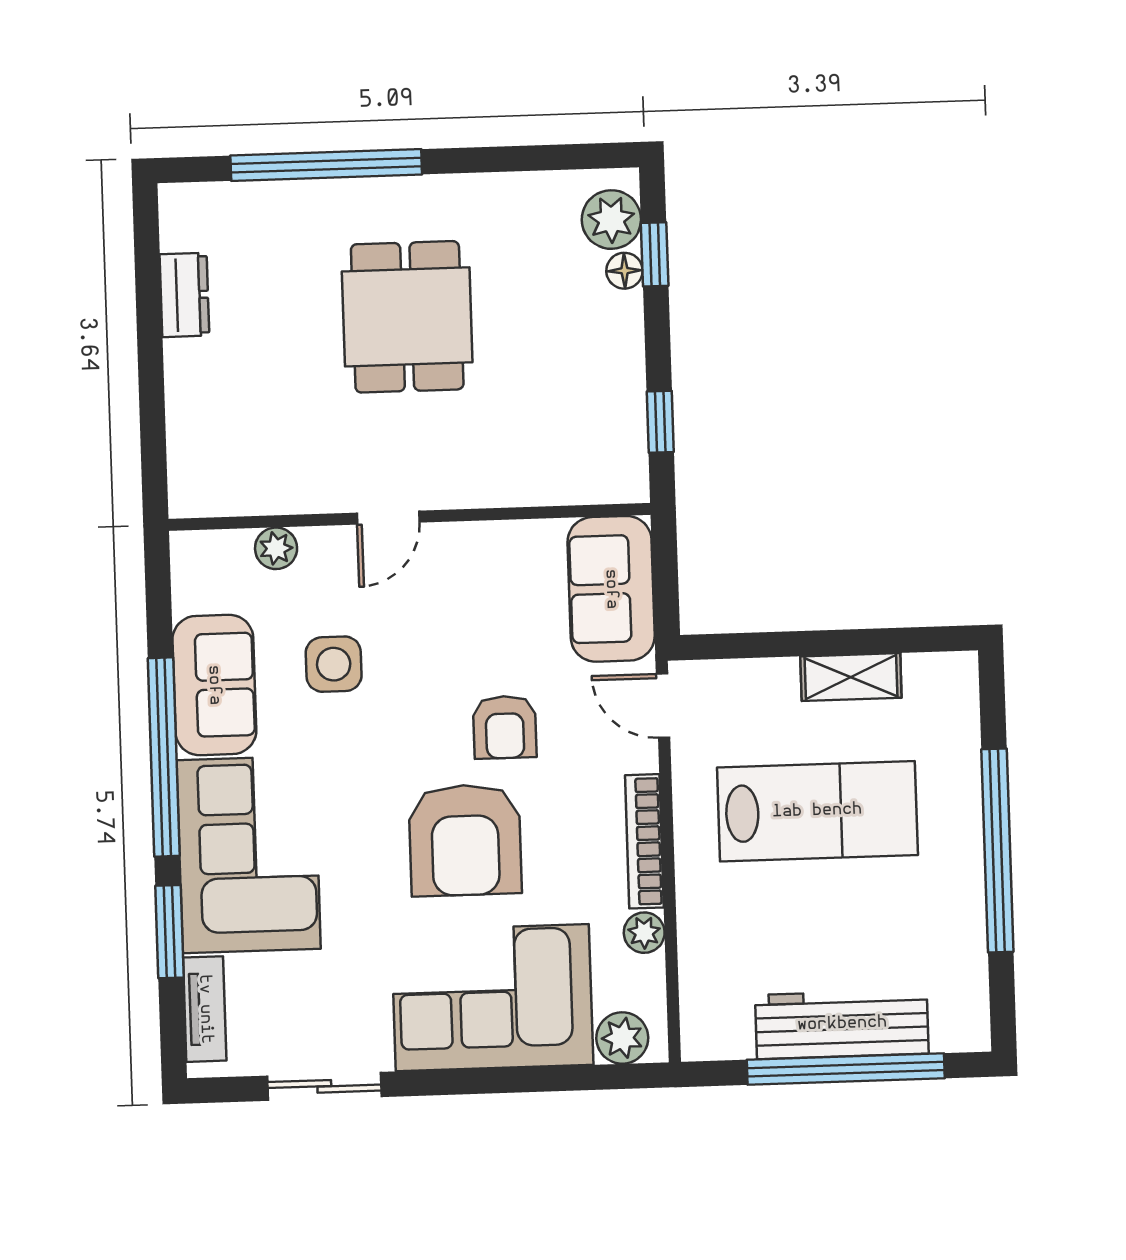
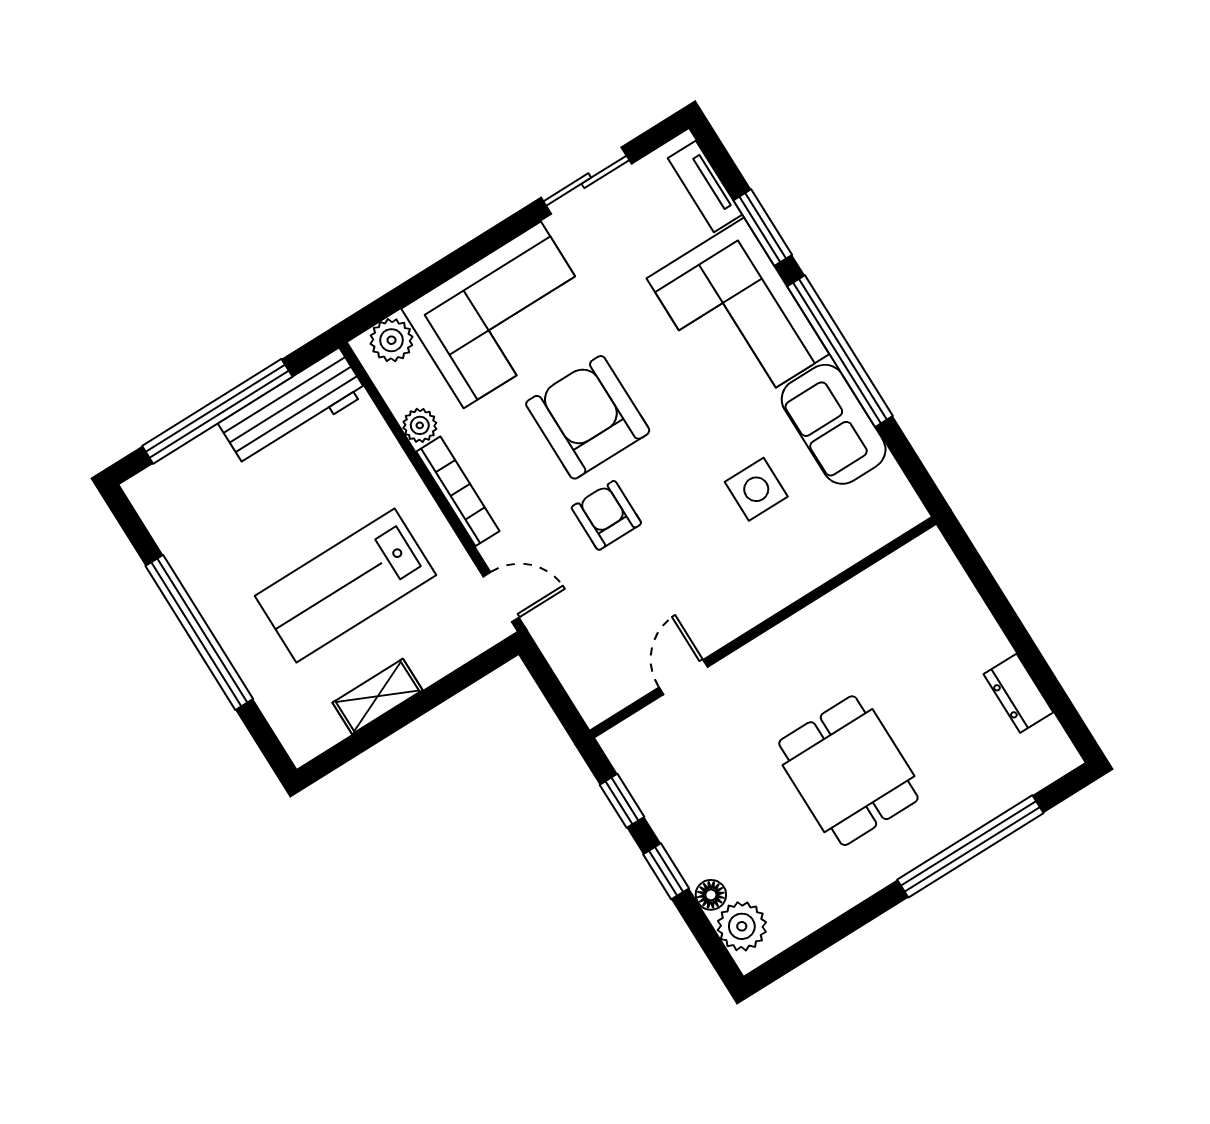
window: (655, 254) -> (666, 871), moved
door: (388, 518) -> (683, 677), moved
plant: (276, 548) -> (846, 549), removed
sofa: (611, 589) -> (587, 660), removed
workbench: (842, 1024) -> (293, 408), moved

